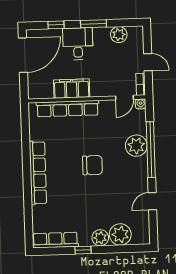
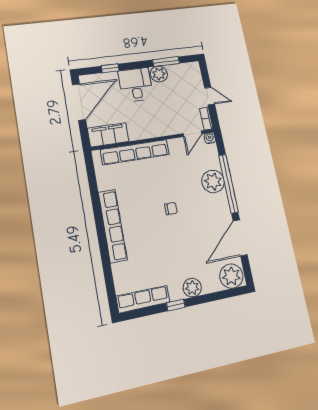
window: (93, 24) -> (166, 62), moved
plant: (119, 35) -> (159, 74), moved
filing cabinet: (72, 89) -> (108, 135), moved
chair: (92, 165) -> (171, 209), width x0.54, depth x0.54
door: (152, 201) -> (240, 238), width x1.88
plant: (120, 234) -> (231, 276), moved

